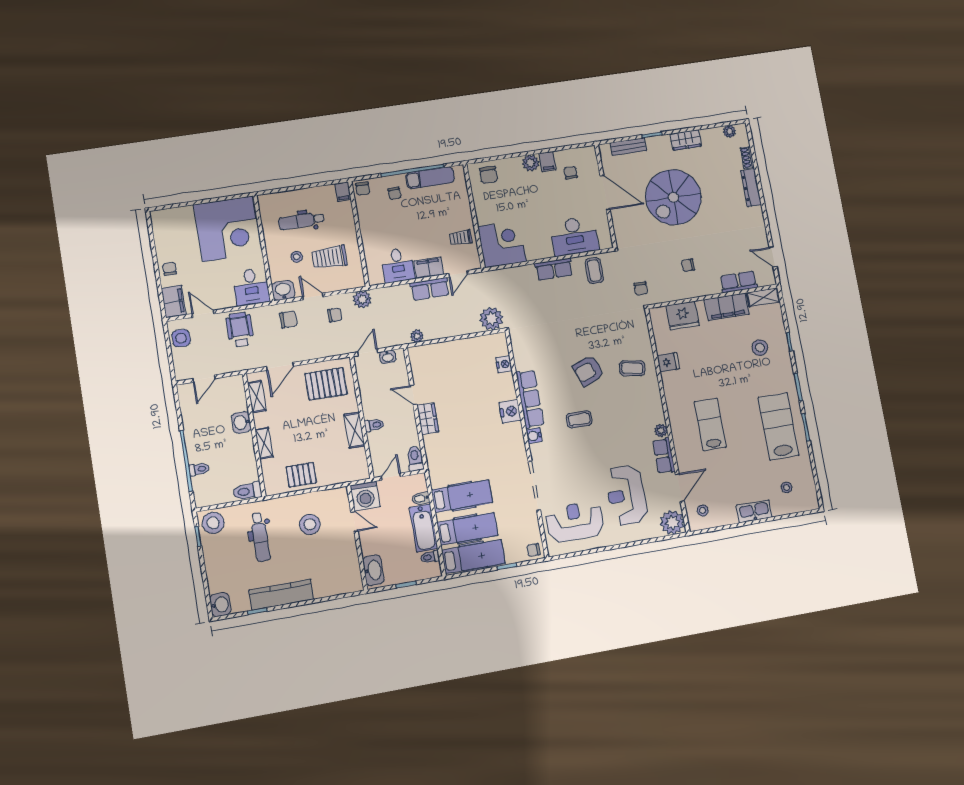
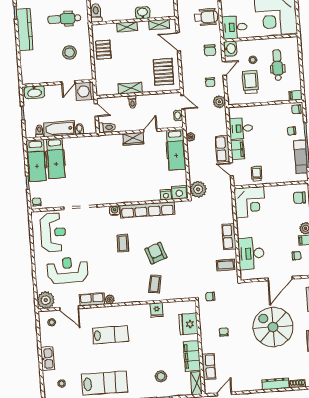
row of seats: (530, 399) -> (147, 210), width x1.36
nightstand: (510, 411) -> (179, 192), moved
hospital bed: (462, 496) -> (176, 150), moved

